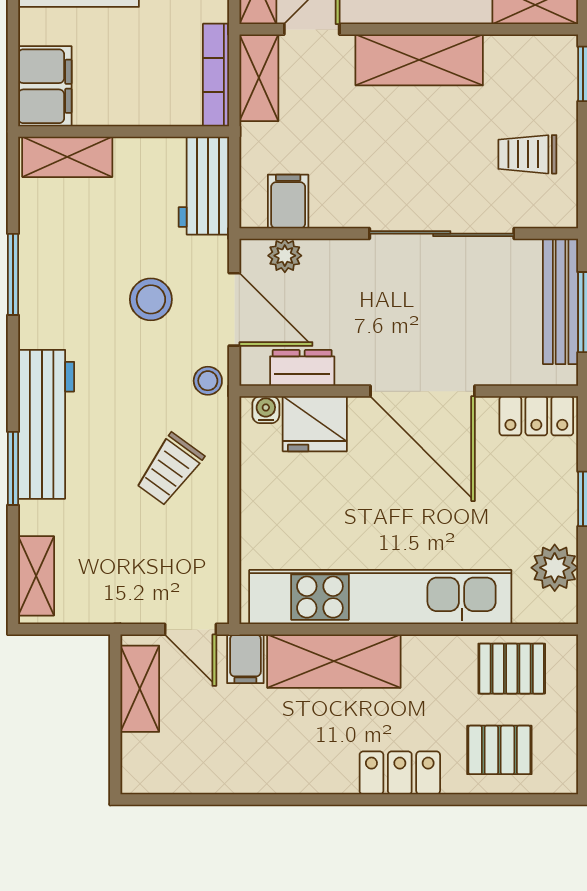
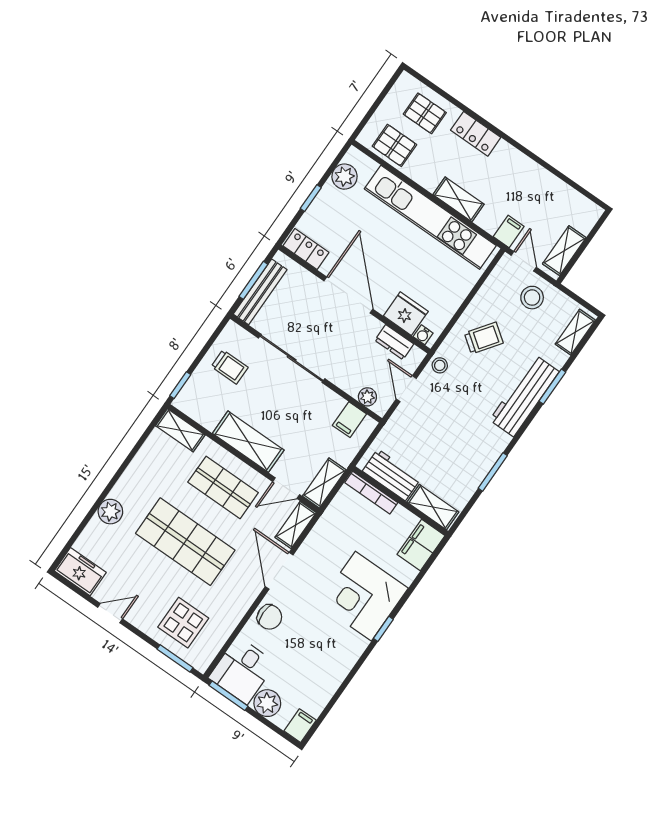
bookcase: (216, 75) -> (371, 493), moved, turned 90
workbench: (204, 186) -> (392, 475), moved, turned -90
stool: (151, 299) -> (532, 298), moved
door: (234, 309) -> (406, 389), width x0.73
shelving: (334, 661) -> (459, 199), width x0.67, depth x0.75

